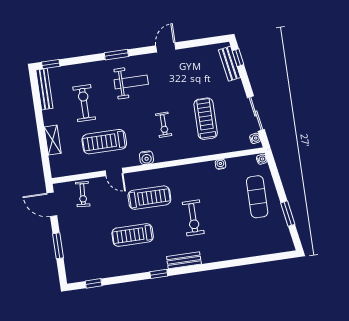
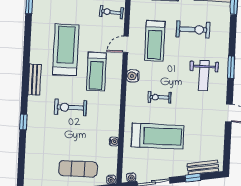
window: (238, 58) -> (193, 178), moved
treadmill: (206, 119) -> (158, 136), width x1.37, depth x1.38
treadmill: (104, 142) -> (155, 41), turned 180
treadmill: (133, 235) -> (66, 50), width x1.37, depth x1.38
bench: (184, 260) -> (35, 80), moved
window: (159, 274) -> (23, 122), moved

